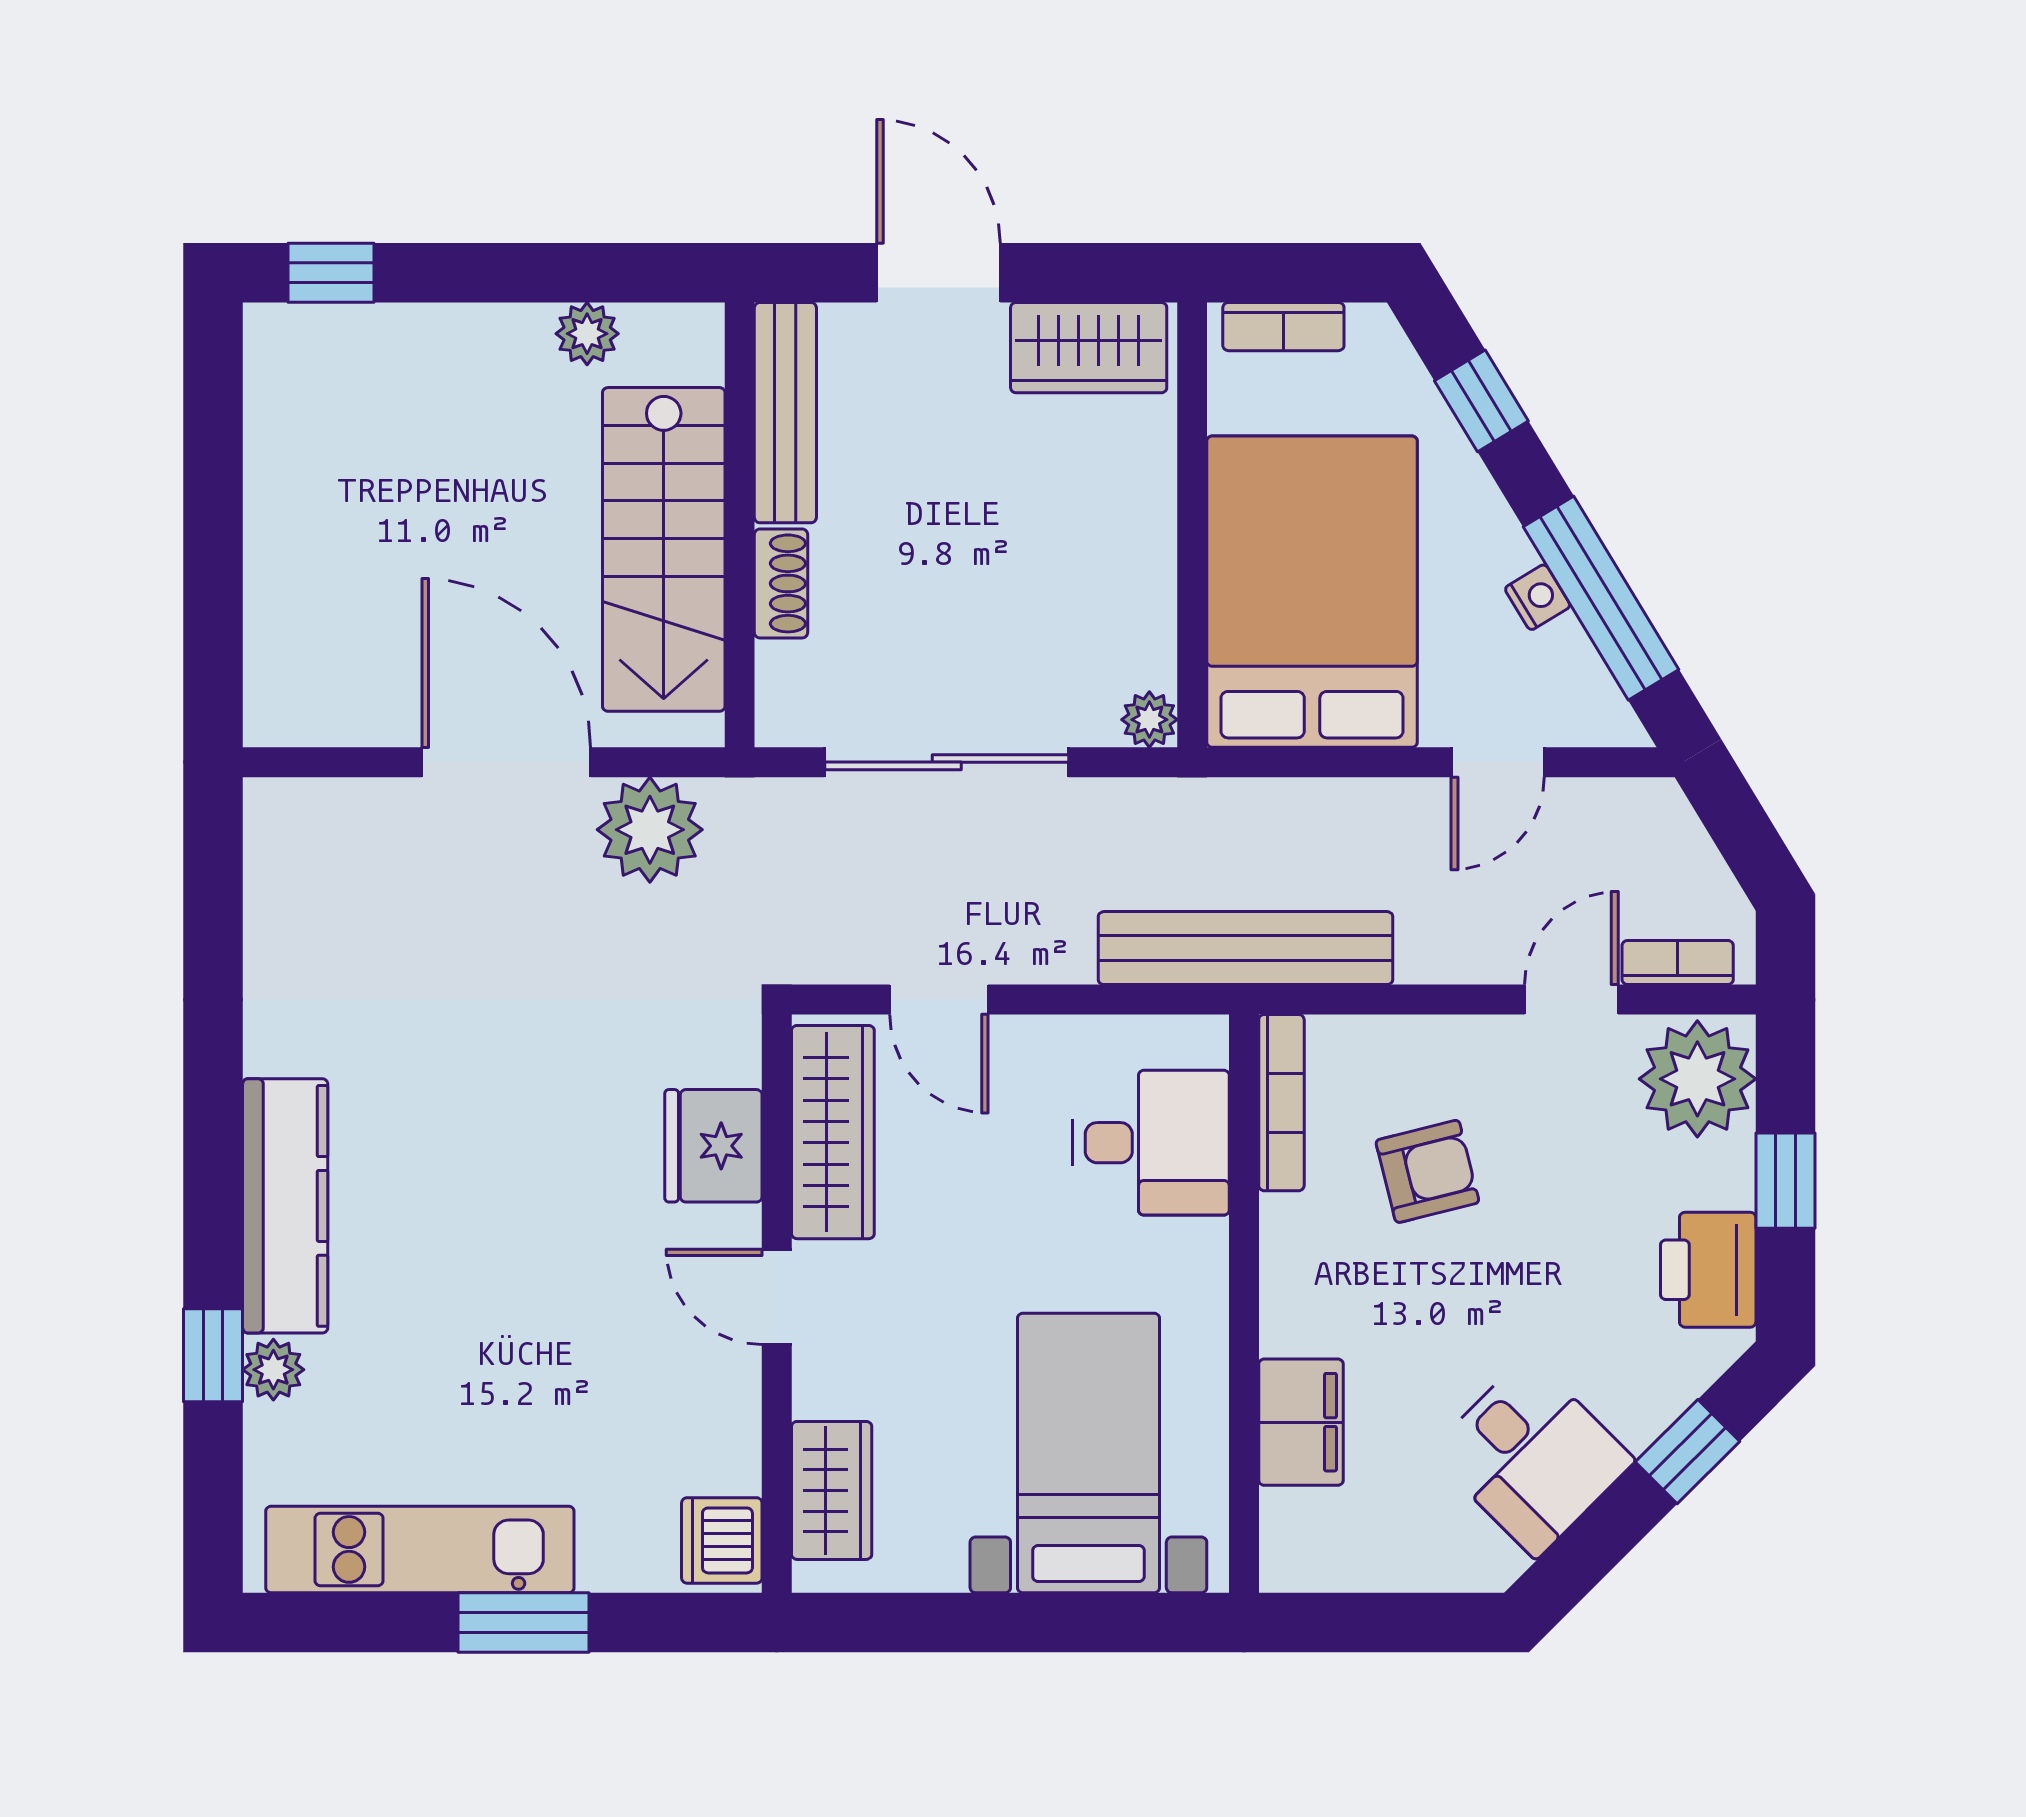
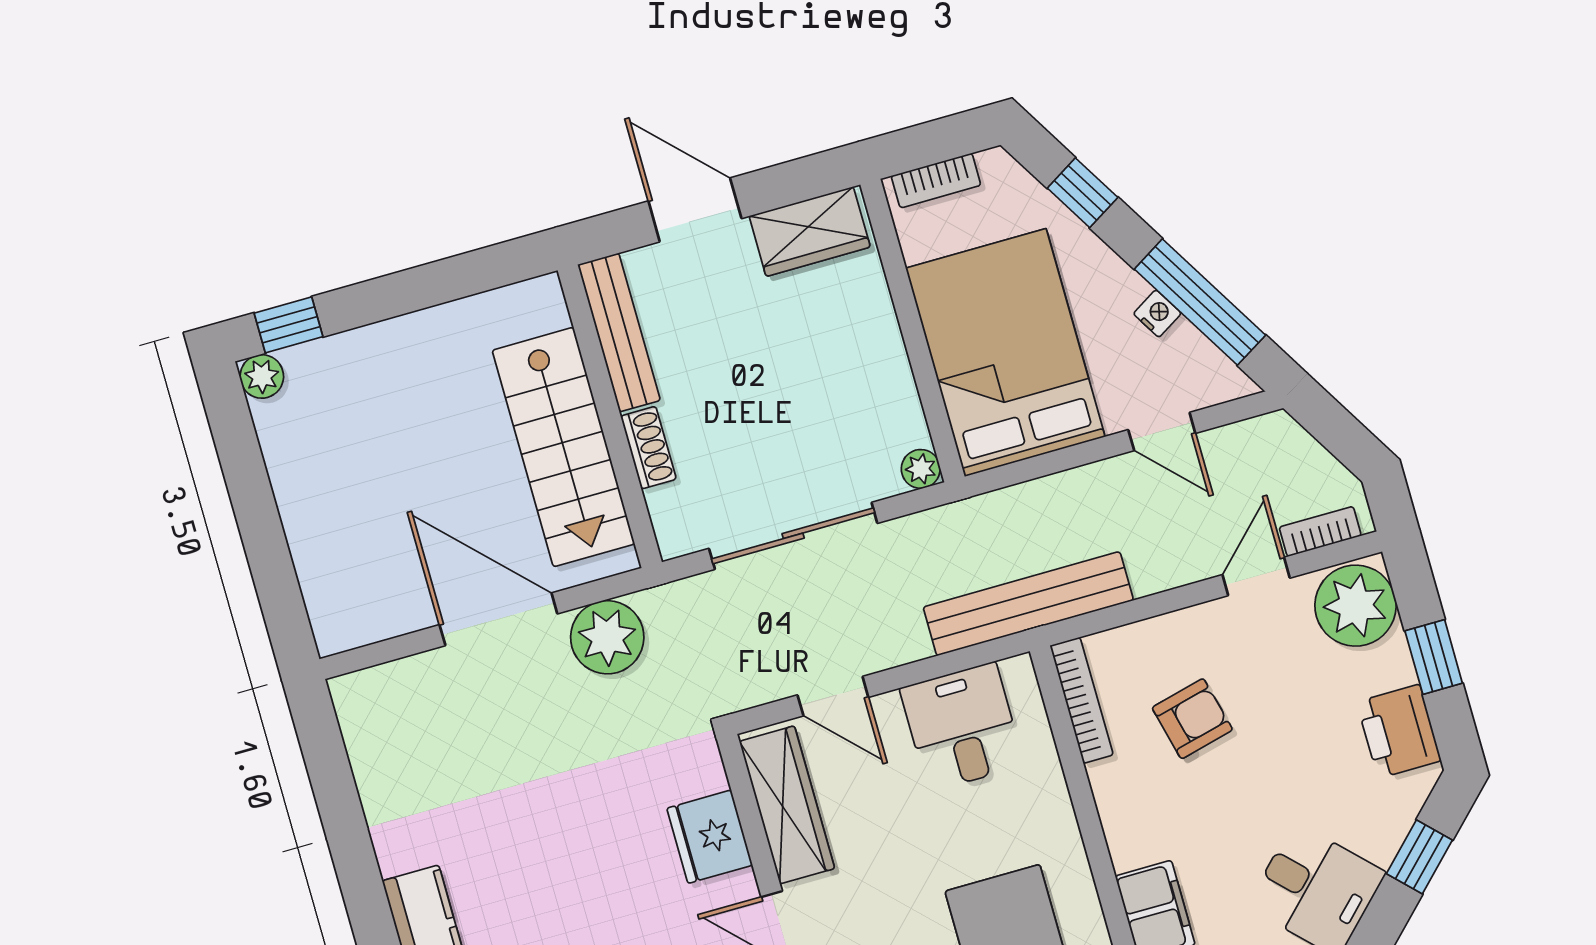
plant: (587, 334) -> (262, 376), moved
door: (1498, 762) -> (1162, 432), hinge flipped
desk: (1151, 1143) -> (962, 727), moved, turned -90

